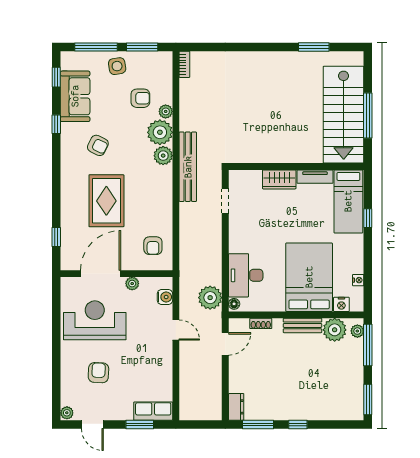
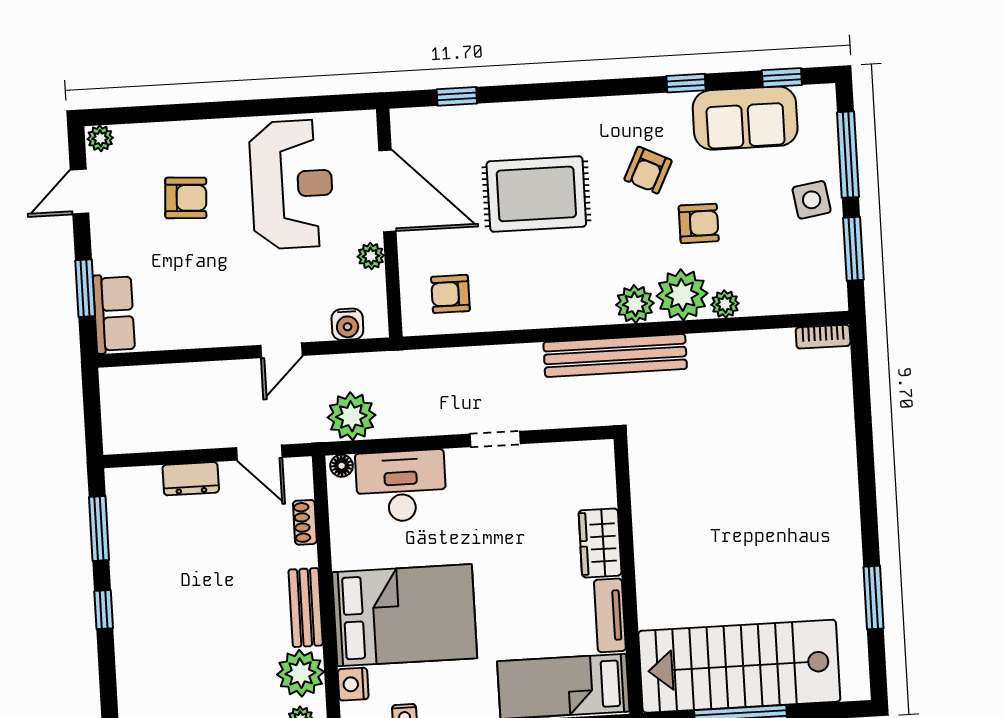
armchair: (140, 98) -> (699, 223), moved, turned -90
doorway: (225, 201) -> (495, 439), moved
dresser: (236, 407) -> (191, 479), moved

